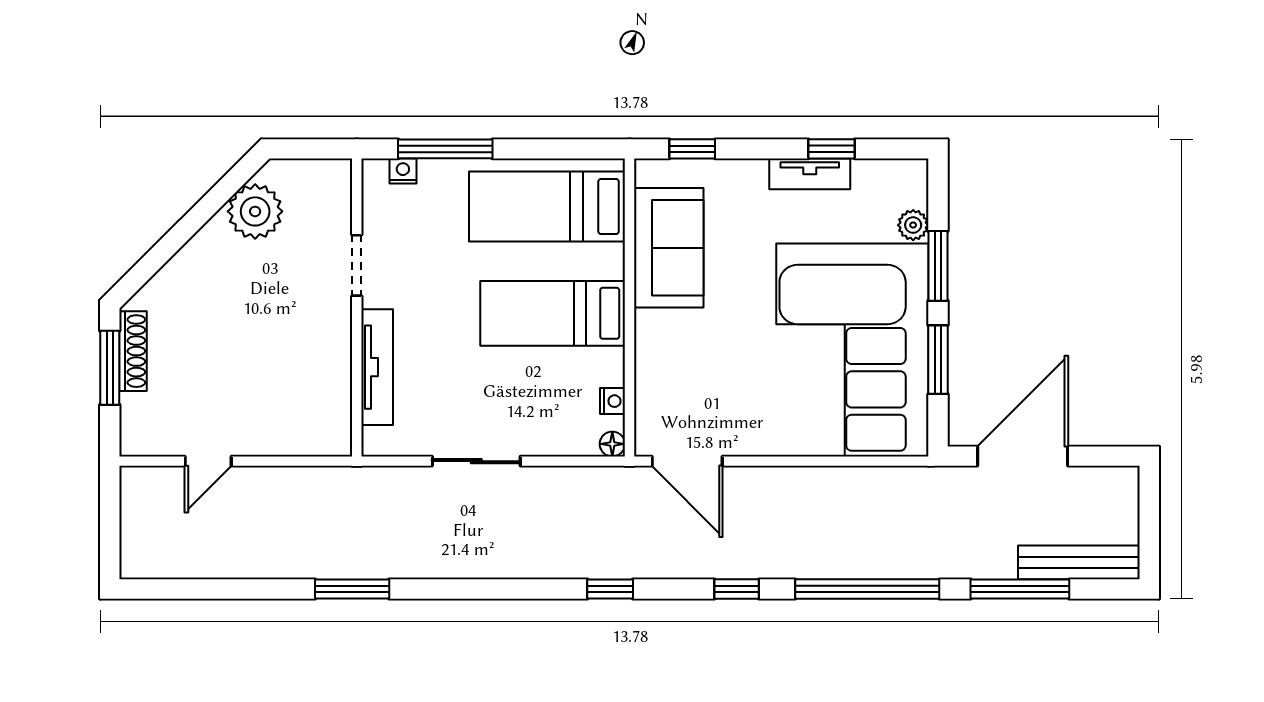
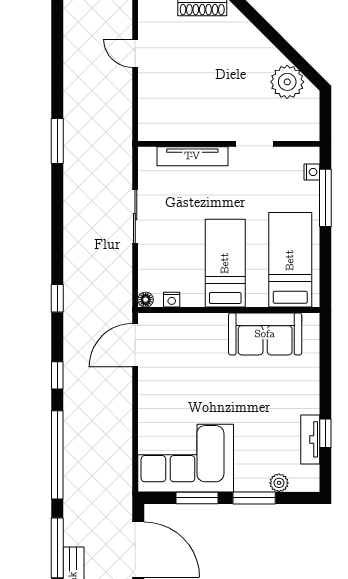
window: (692, 149) -> (325, 348), removed
tv unit: (810, 174) -> (310, 439), moved
corner sofa: (852, 350) -> (186, 458), width x0.73, depth x0.74

